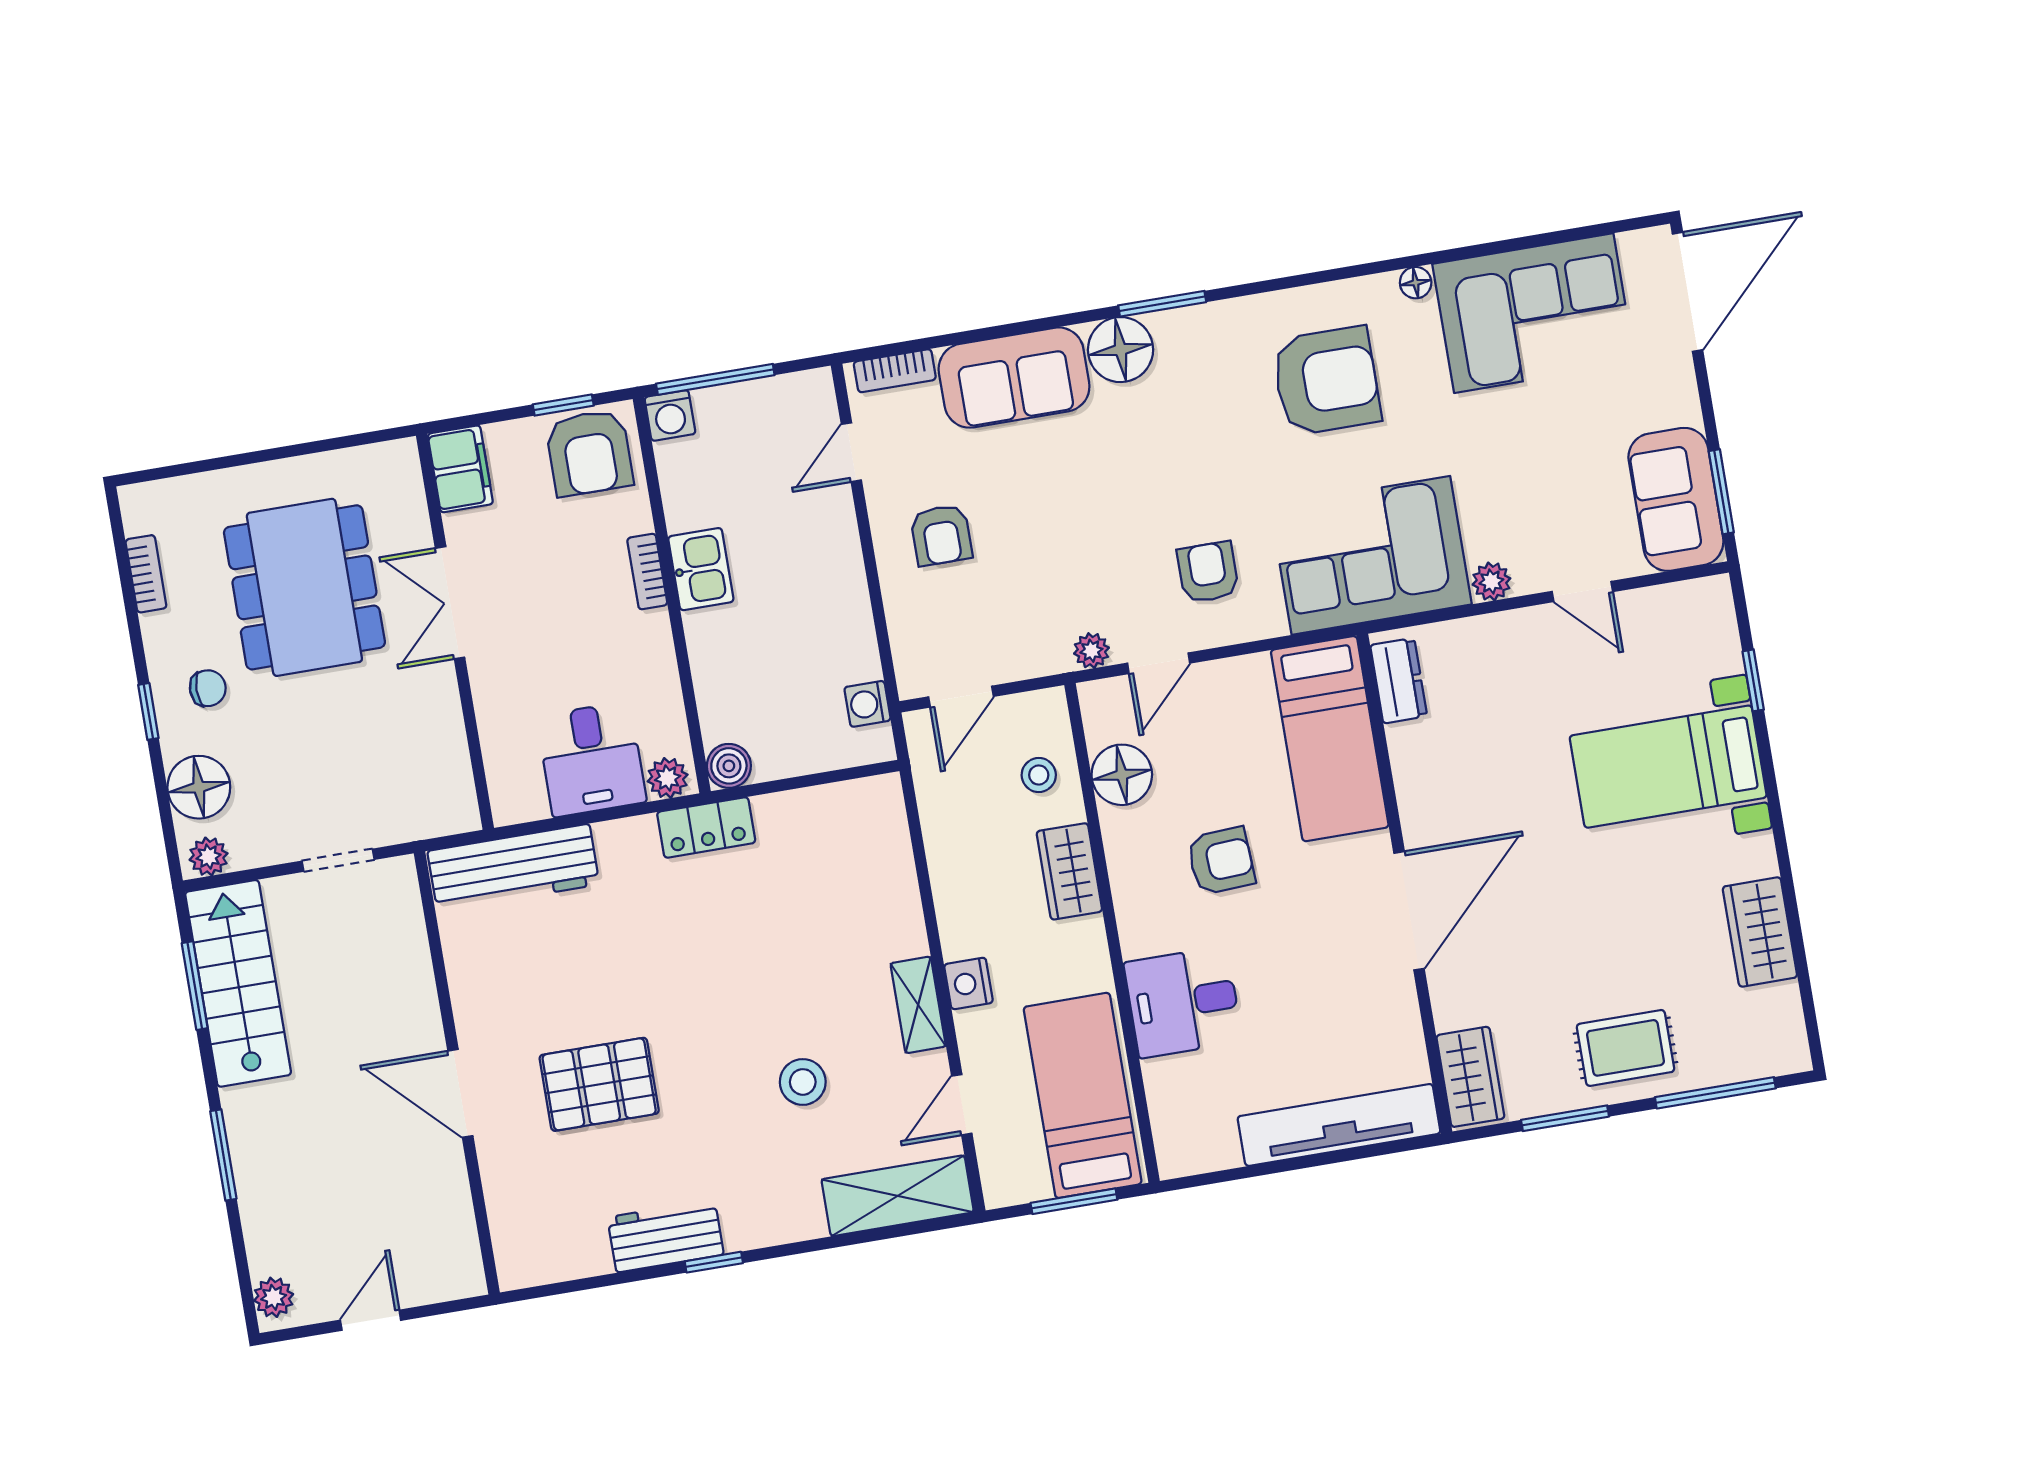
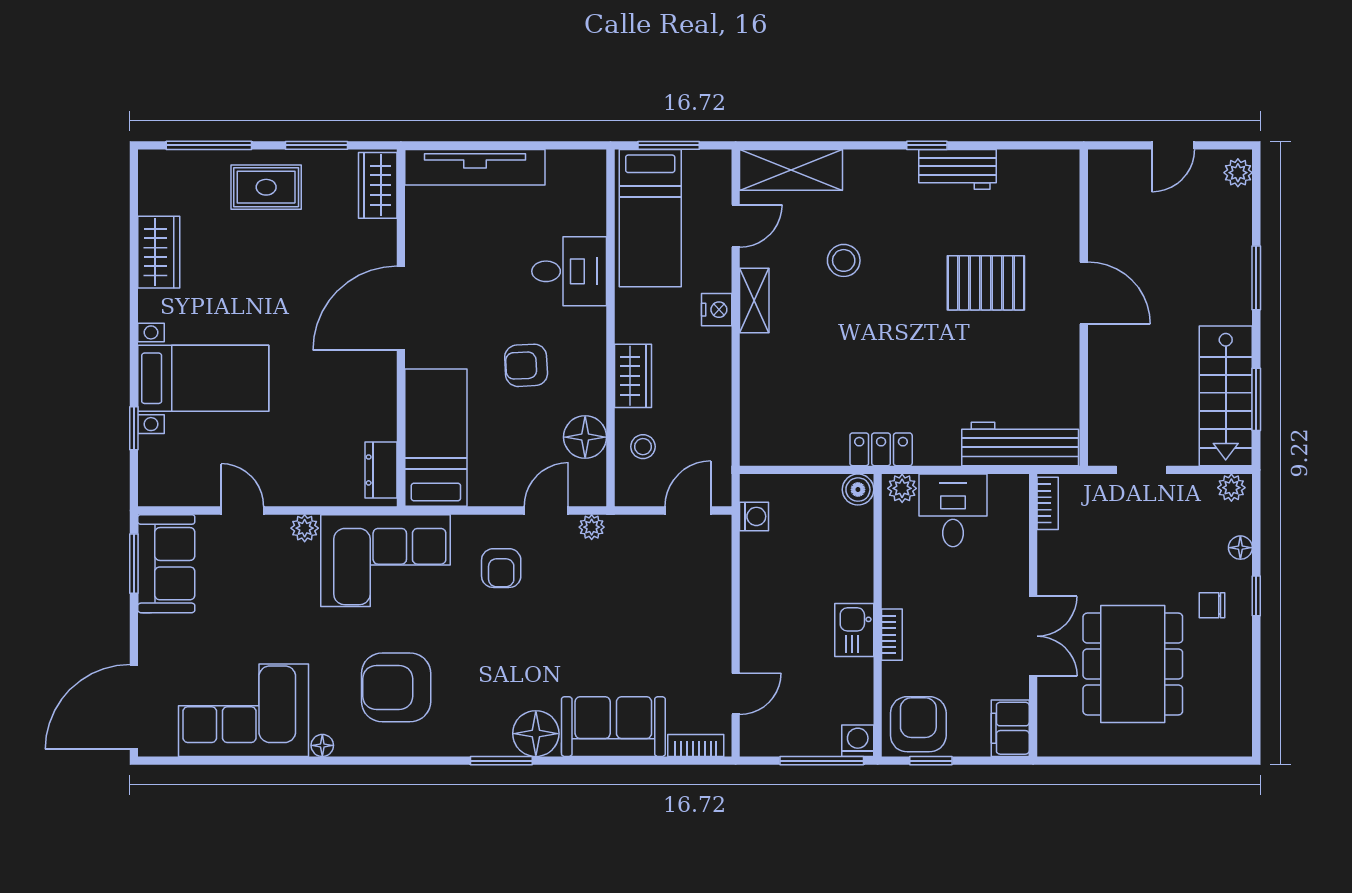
armchair: (941, 535) -> (683, 625), removed
bookcase: (146, 574) -> (1048, 503), moved, turned 180
floor lamp: (199, 787) -> (1240, 548), width x0.53, depth x0.53

